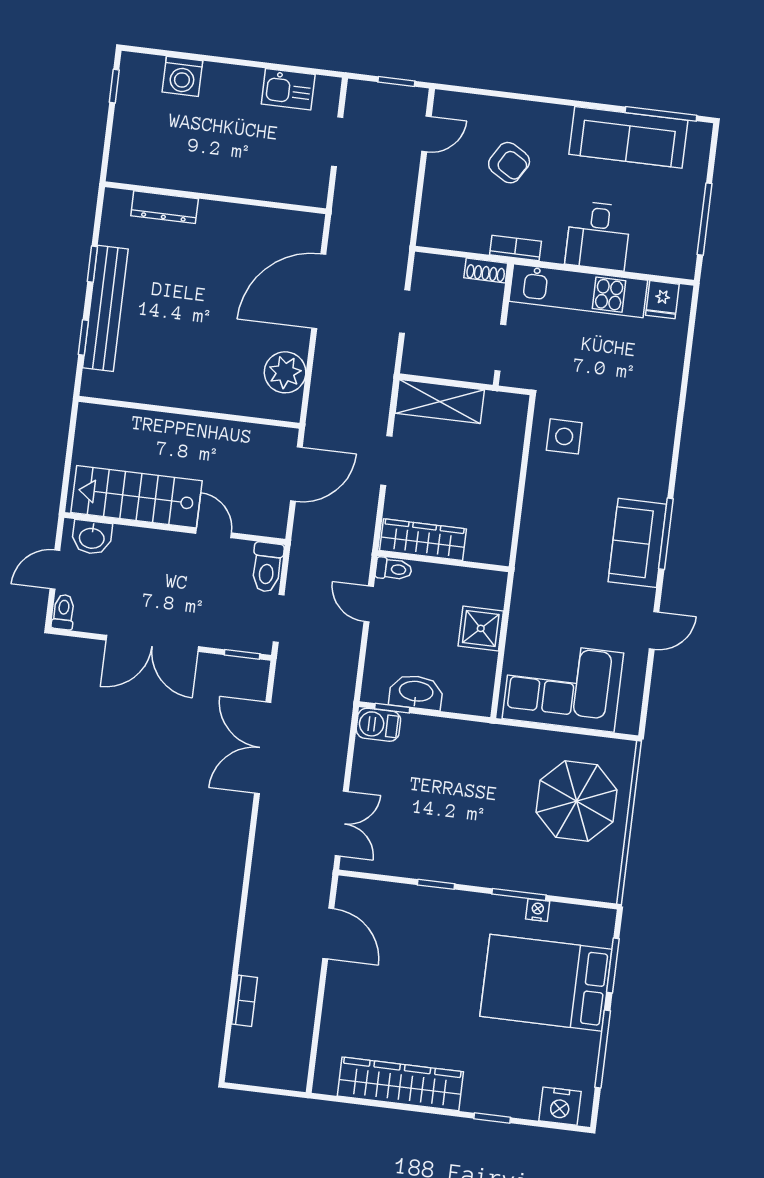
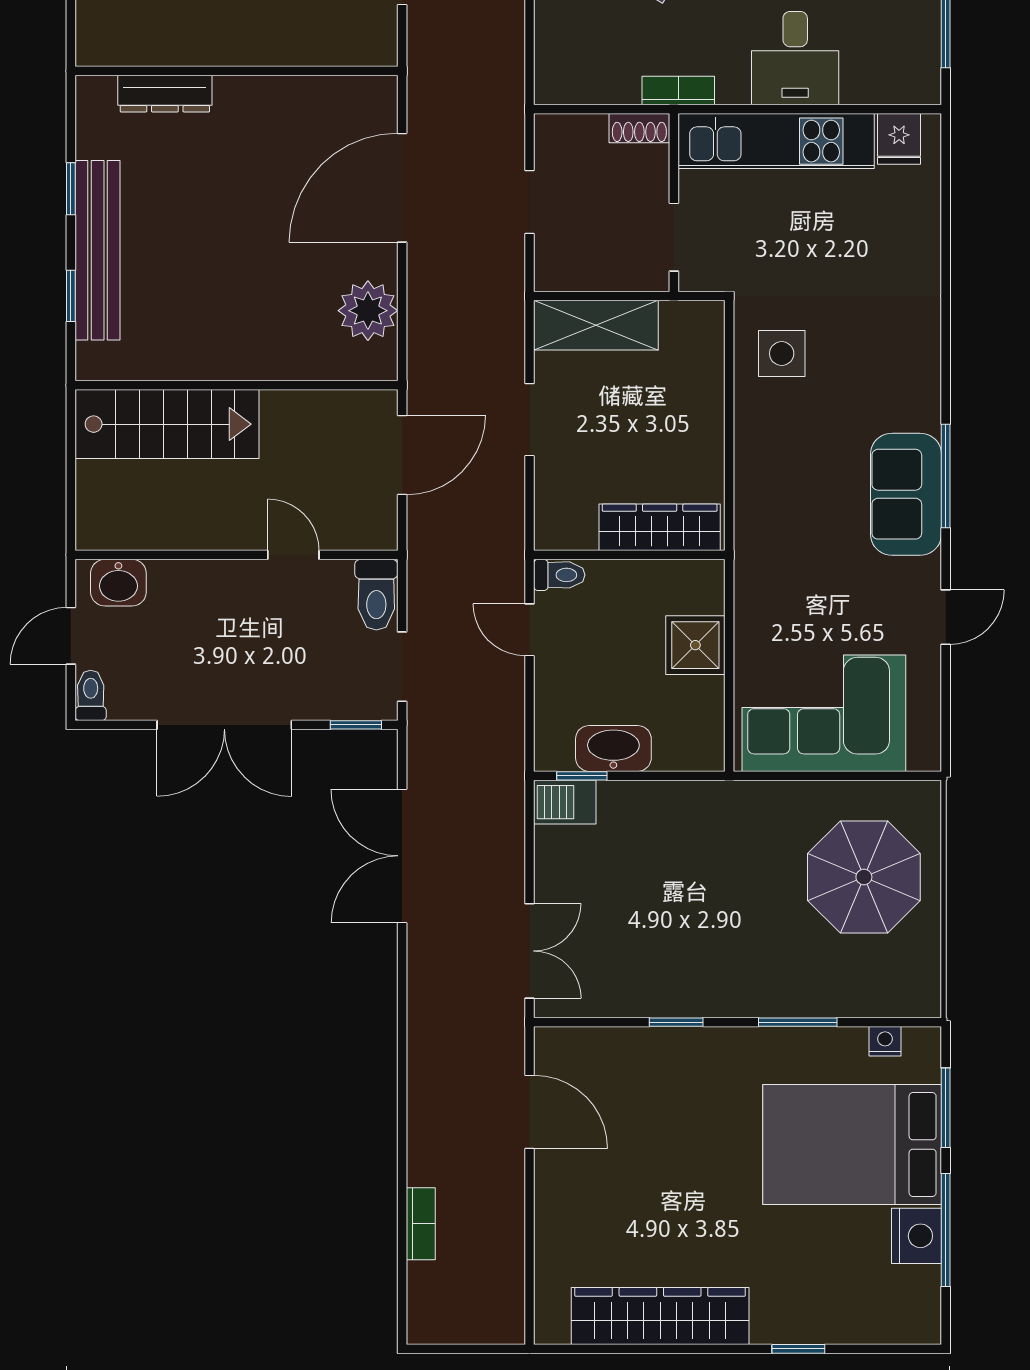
stairs: (137, 497) -> (167, 424), moved, turned 180
wardrobe: (423, 540) -> (660, 527), moved
nightstand: (538, 910) -> (885, 1041), moved
nightstand: (560, 1106) -> (916, 1236), moved, turned -90

